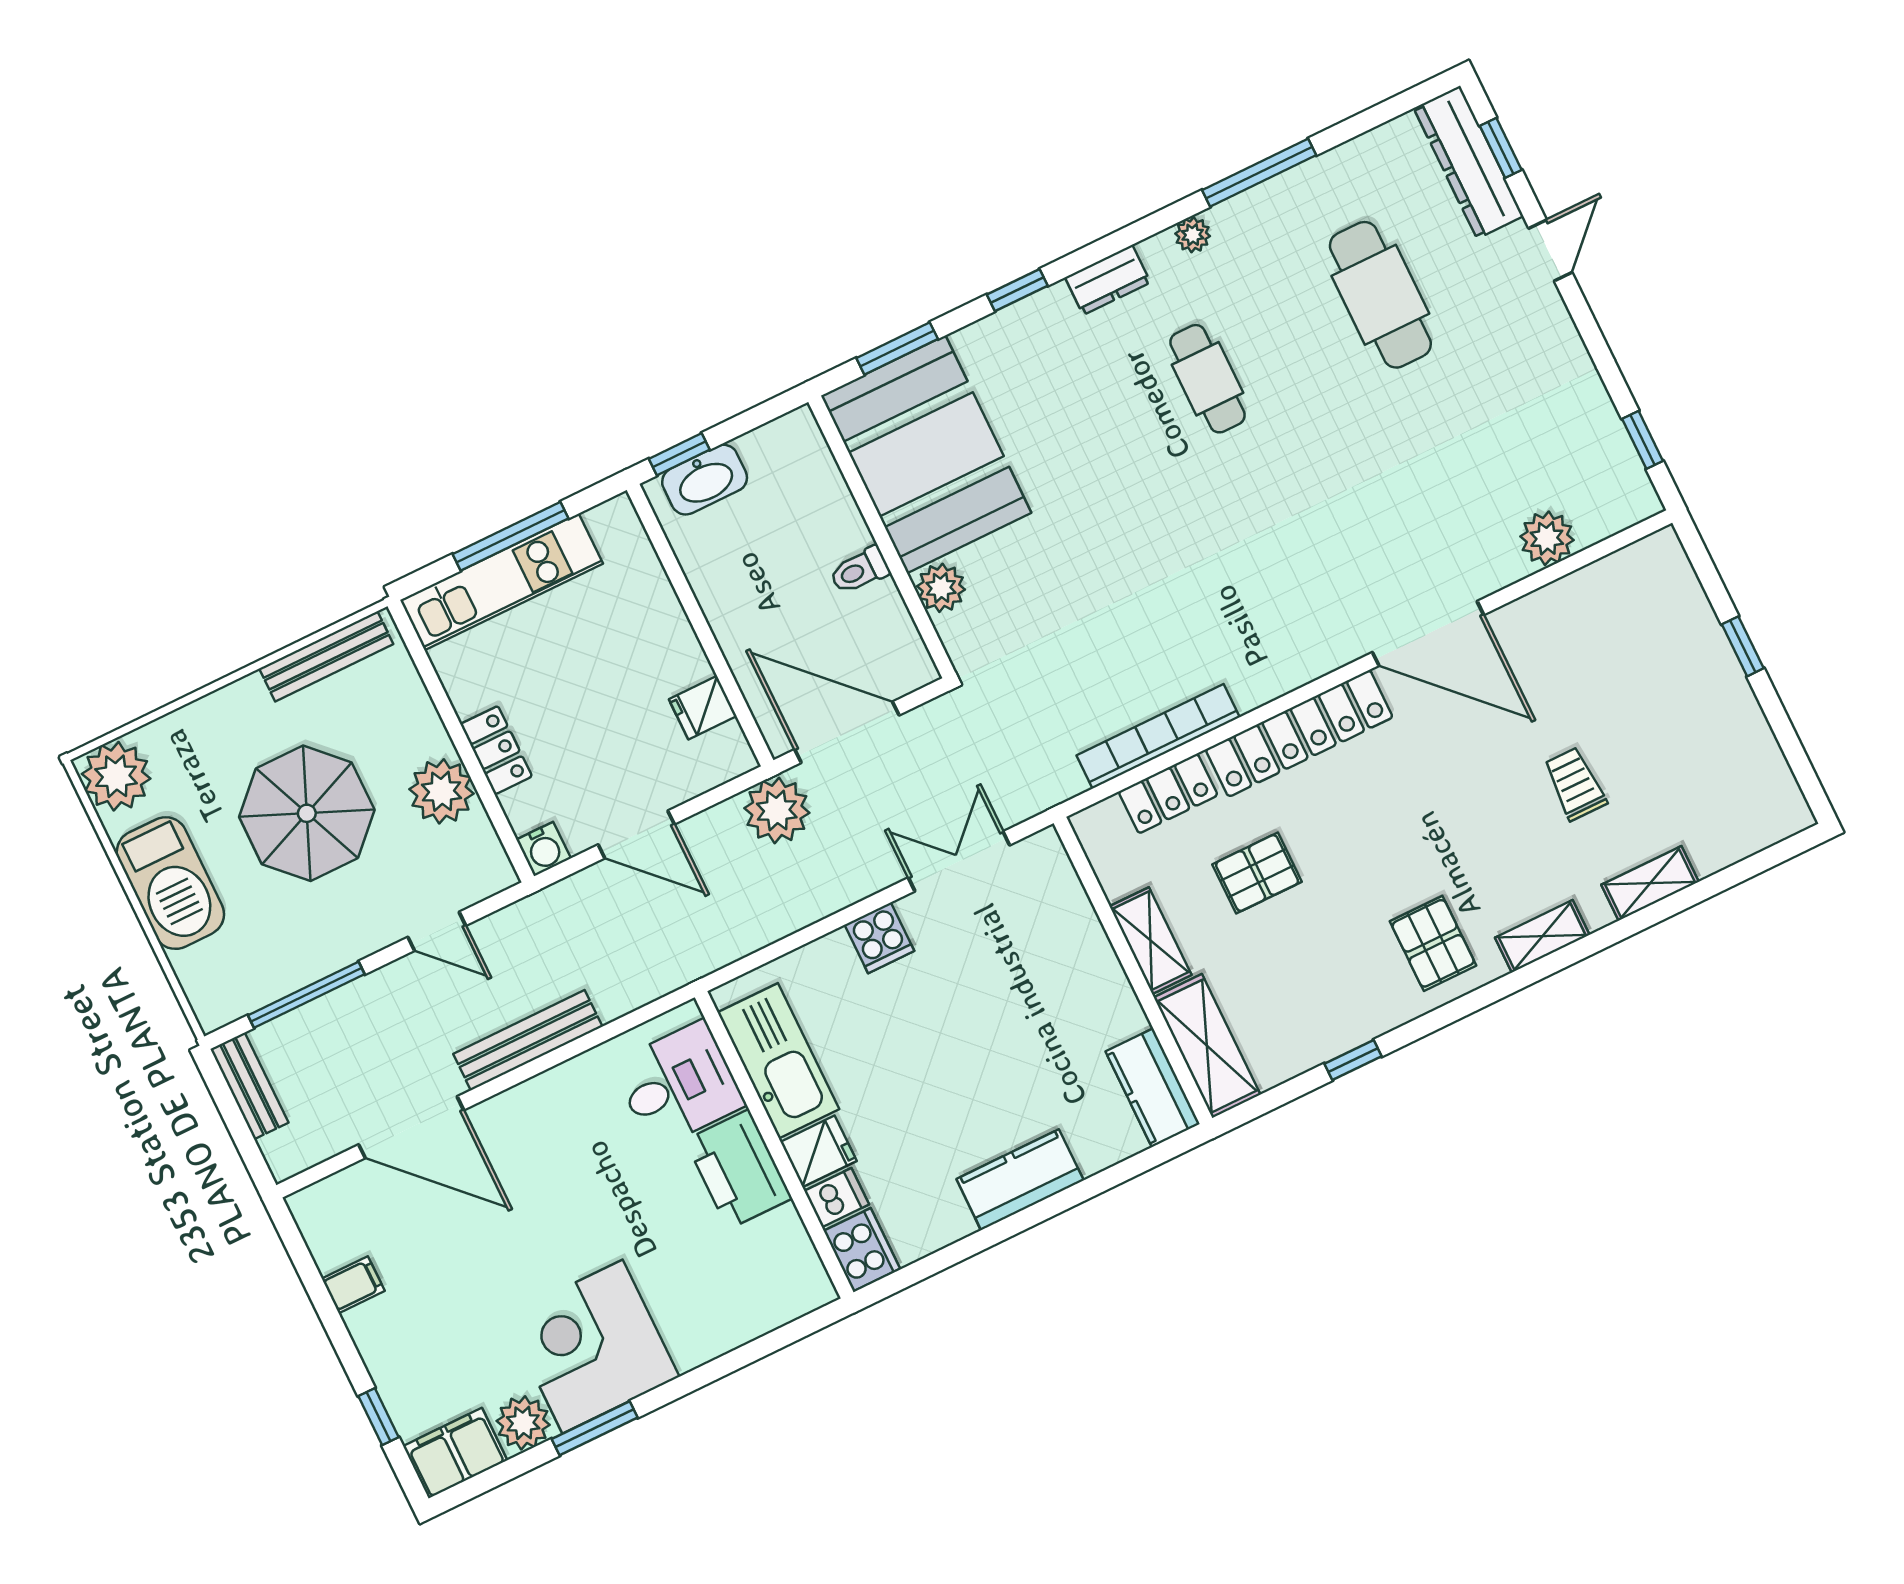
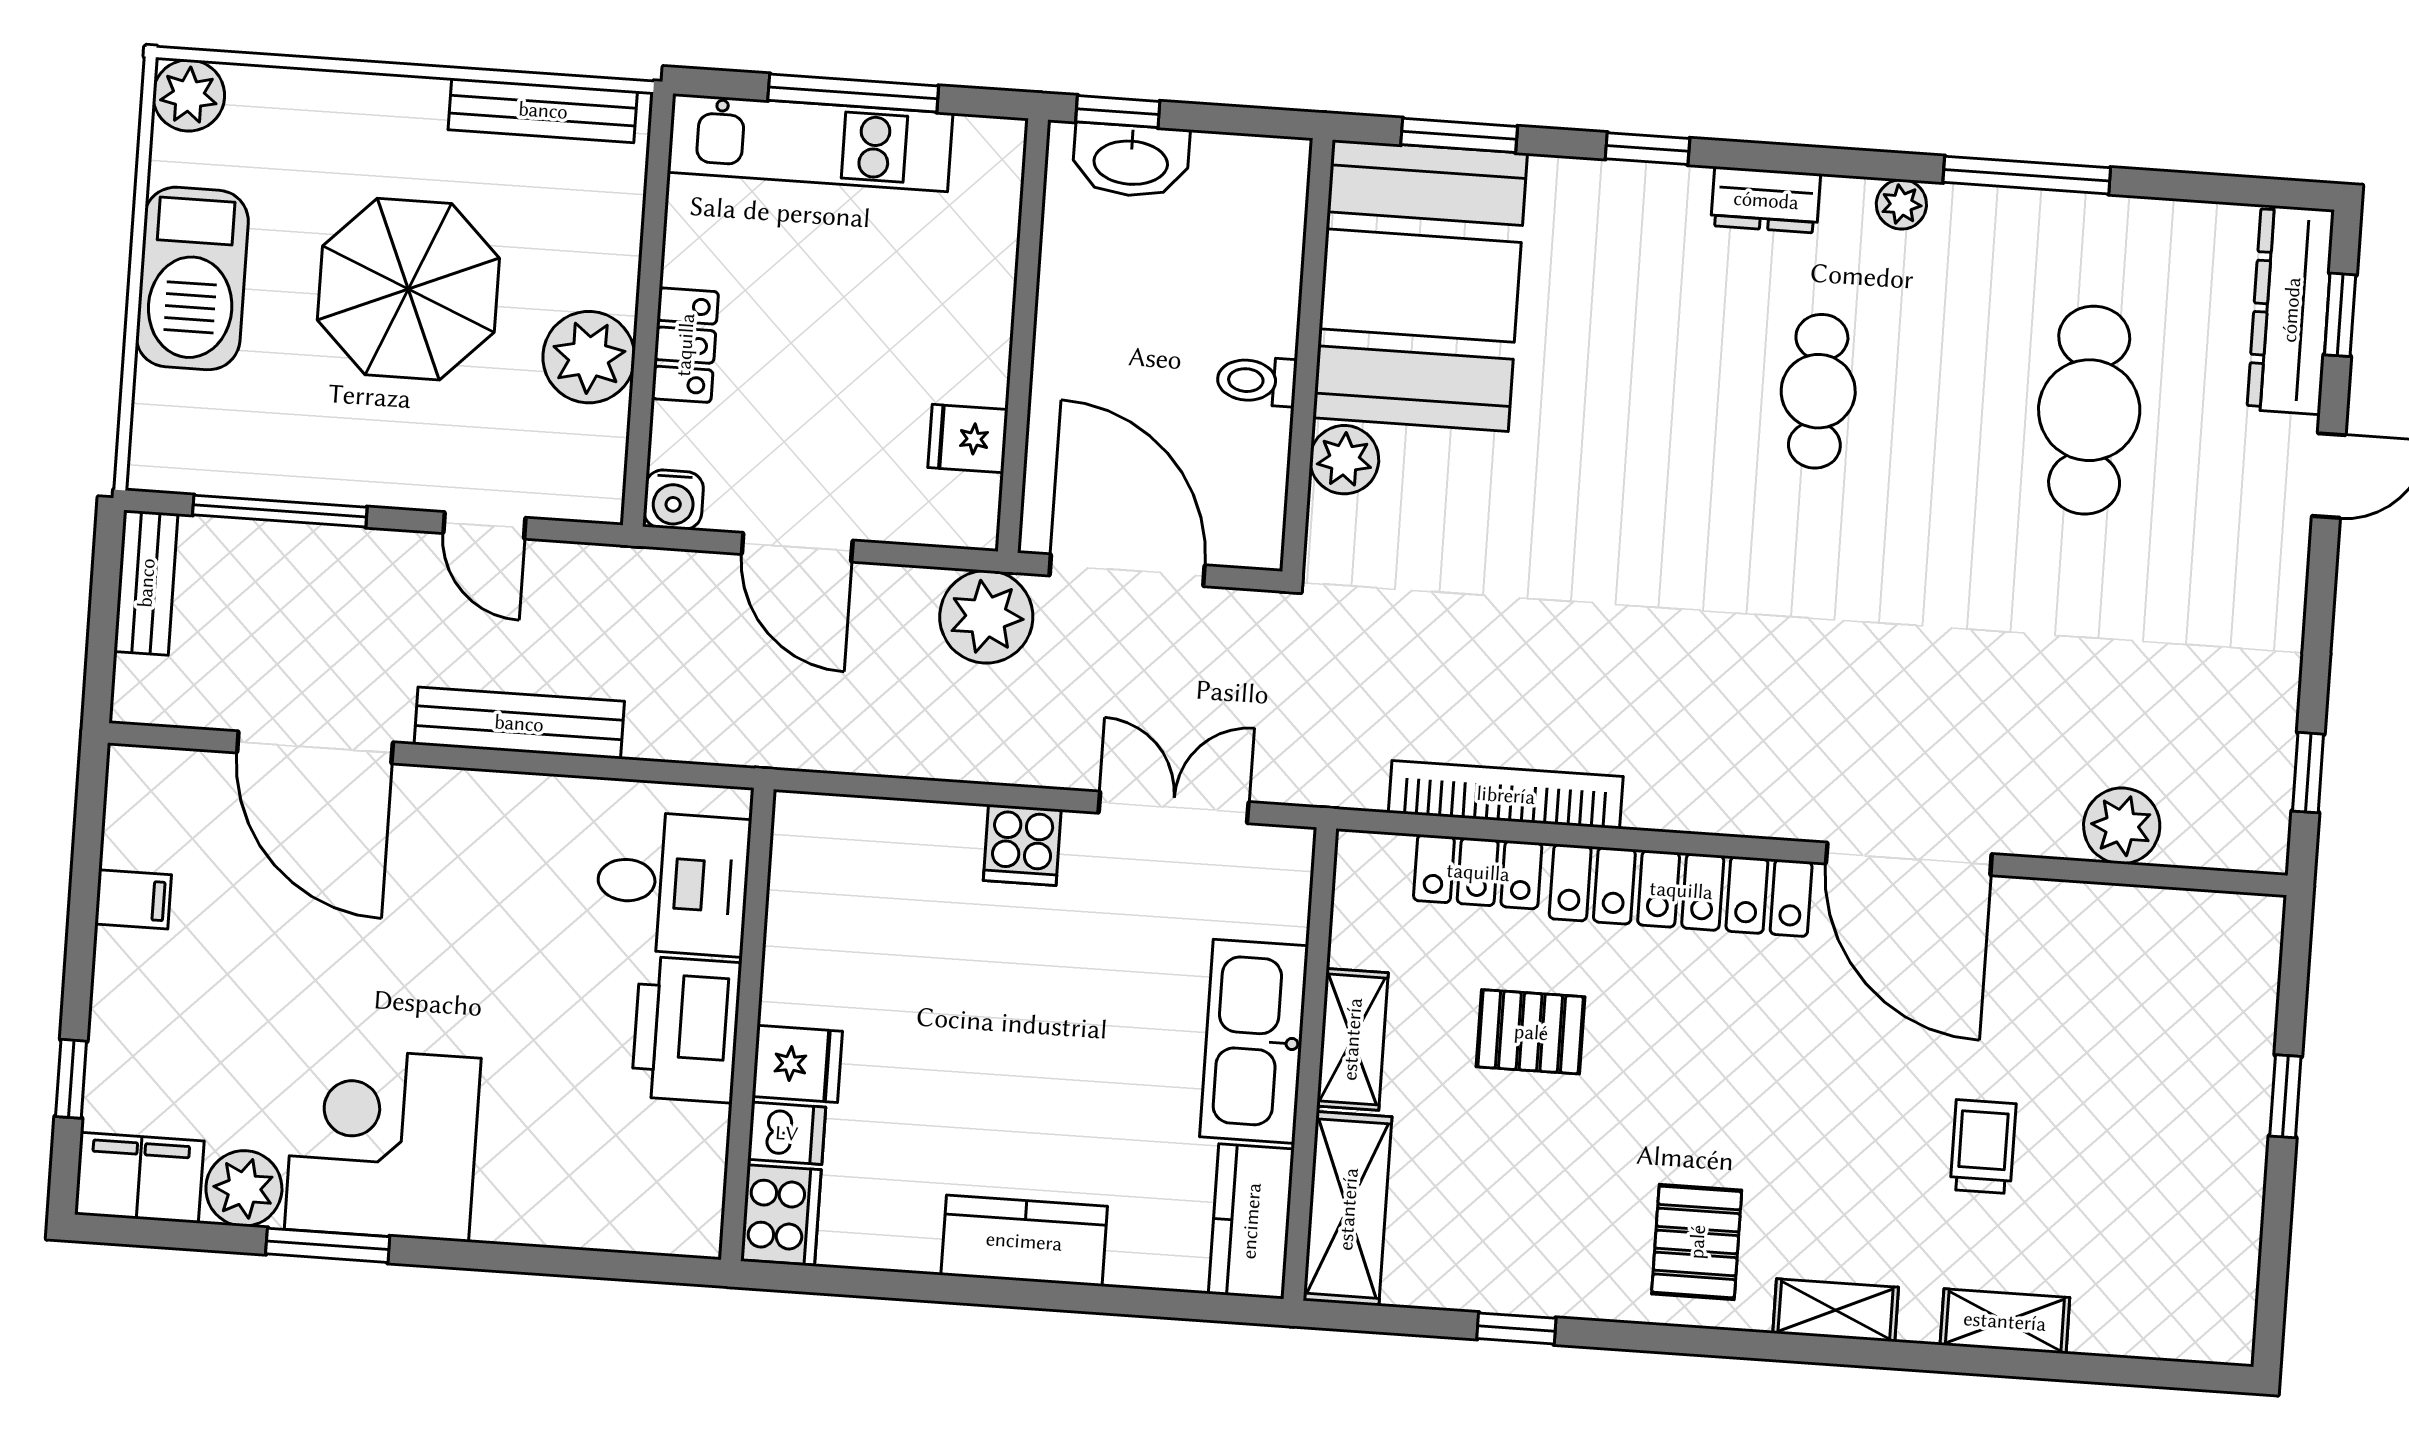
plant: (116, 776) -> (189, 95), width x0.73, depth x0.73
kitchen sink: (778, 1061) -> (1254, 1041), moved, turned 180

